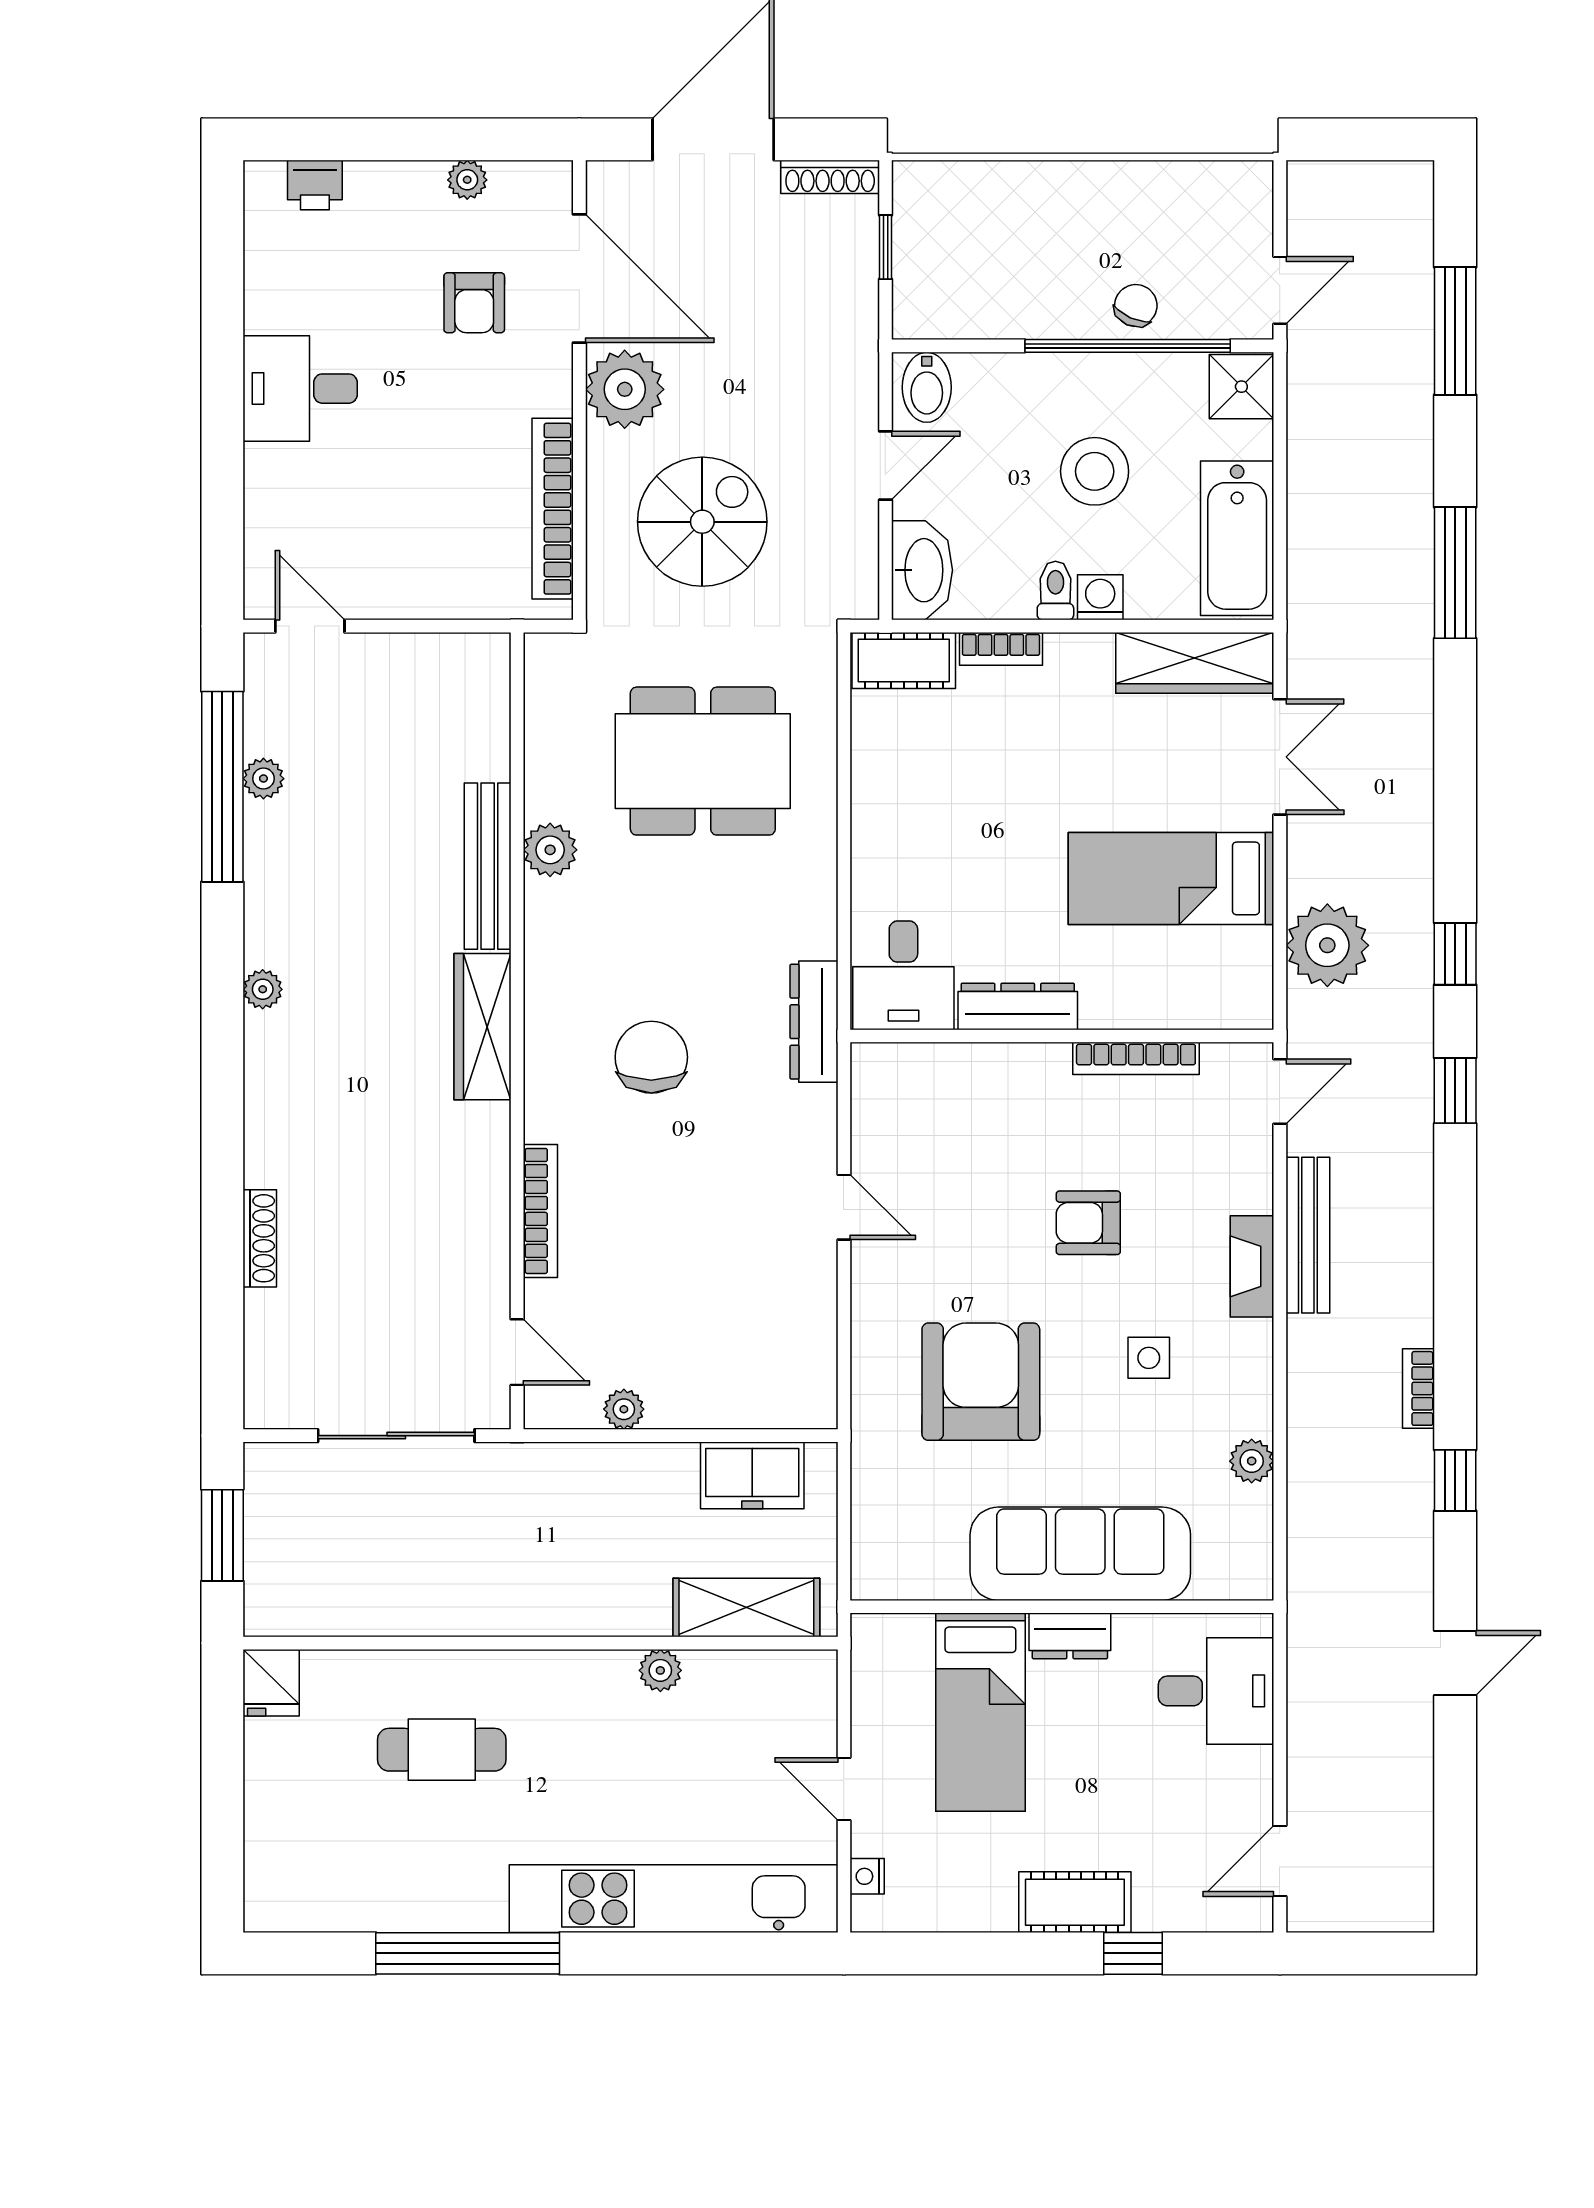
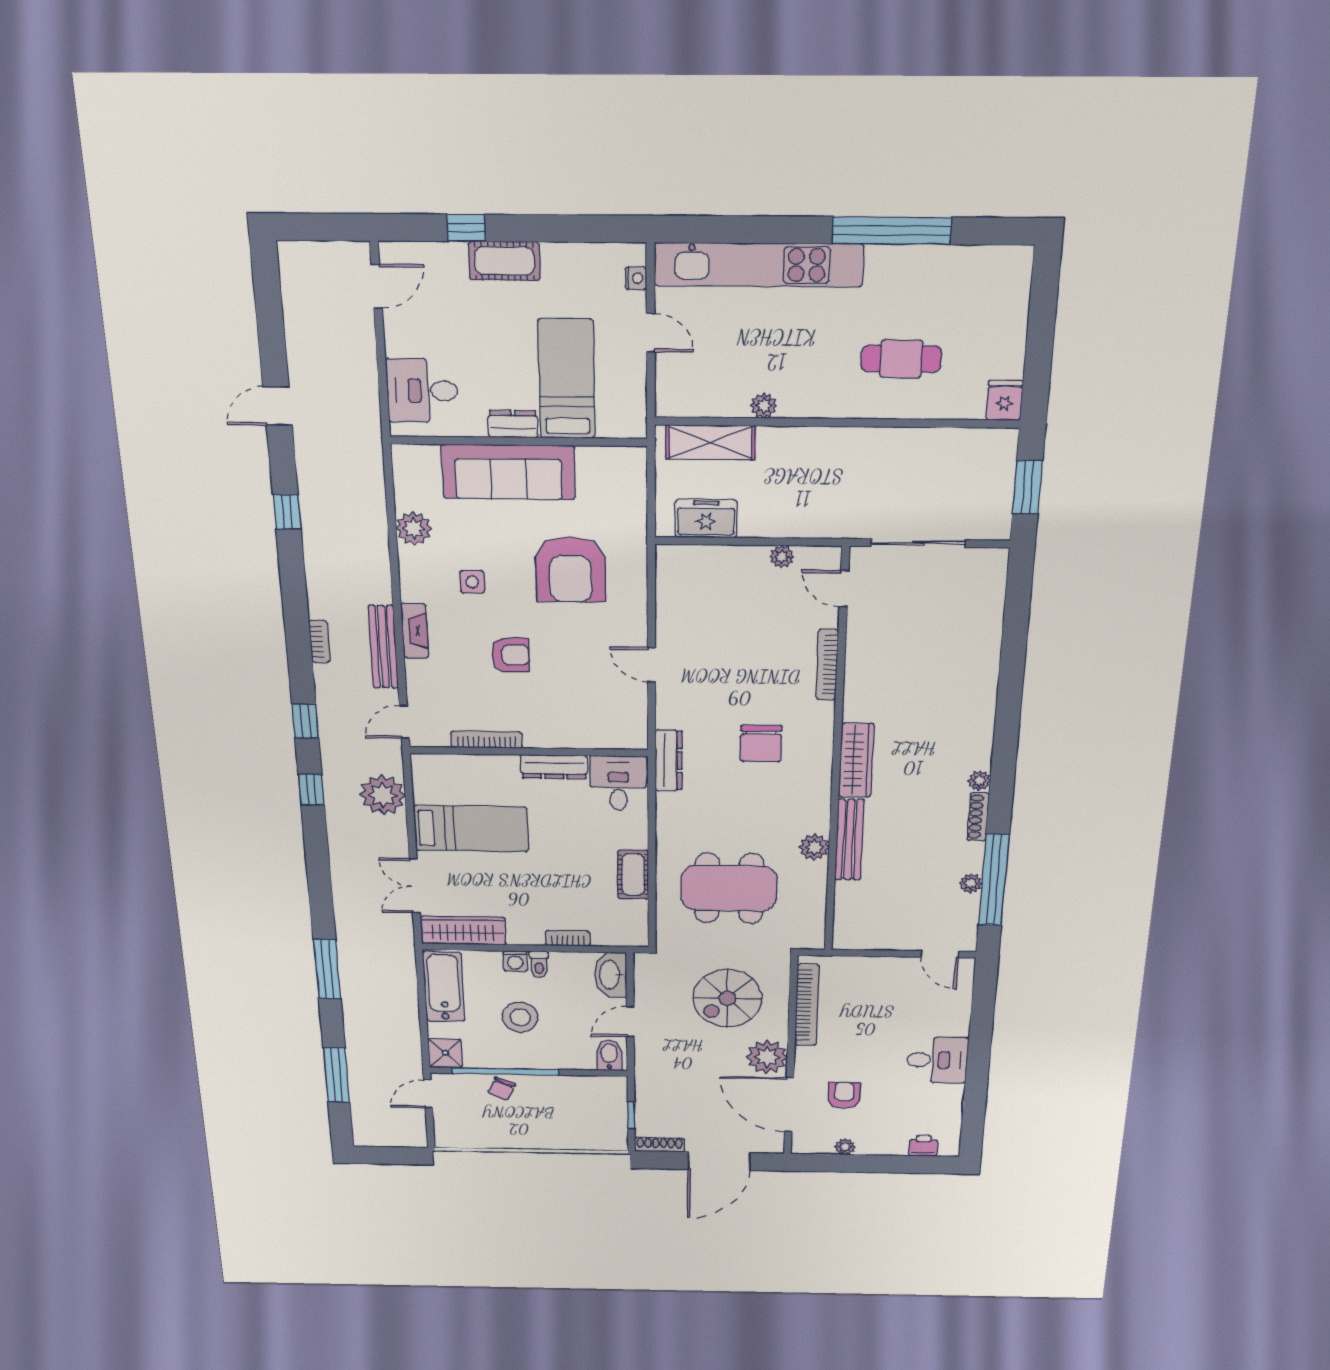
cot: (904, 660) -> (633, 875), moved, turned 90
shoe rack: (260, 1238) -> (978, 817), moved
bookcase: (1419, 1388) -> (319, 641), moved
plant: (1252, 1461) -> (414, 529), width x1.38, depth x1.38

